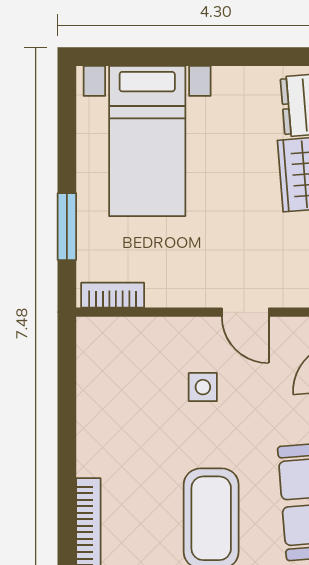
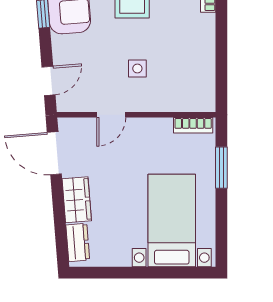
door: (245, 312) -> (111, 115), swing flipped

